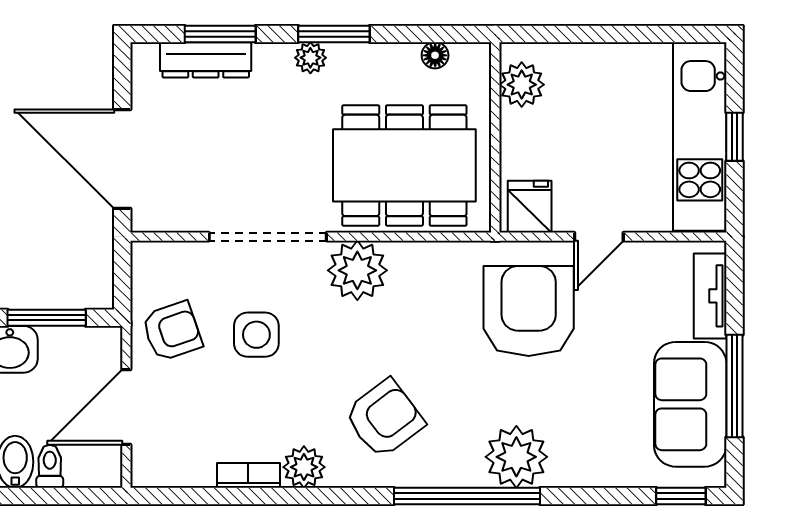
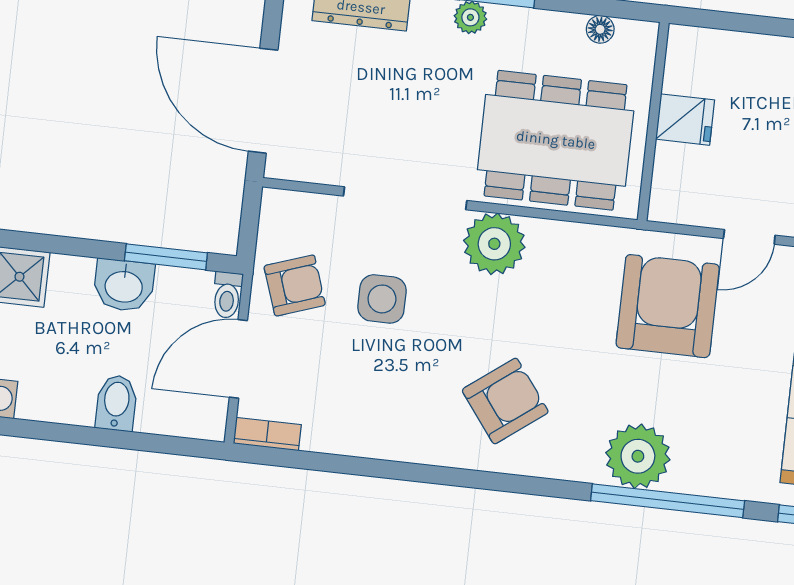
plant: (522, 85) -> (687, 70), removed
fridge: (530, 207) -> (685, 120), moved, turned 90
toilet: (50, 466) -> (227, 295), moved, turned 180
plant: (304, 467) -> (416, 442), removed
bookcase: (248, 475) -> (267, 434), moved
window: (467, 496) -> (668, 501), moved

